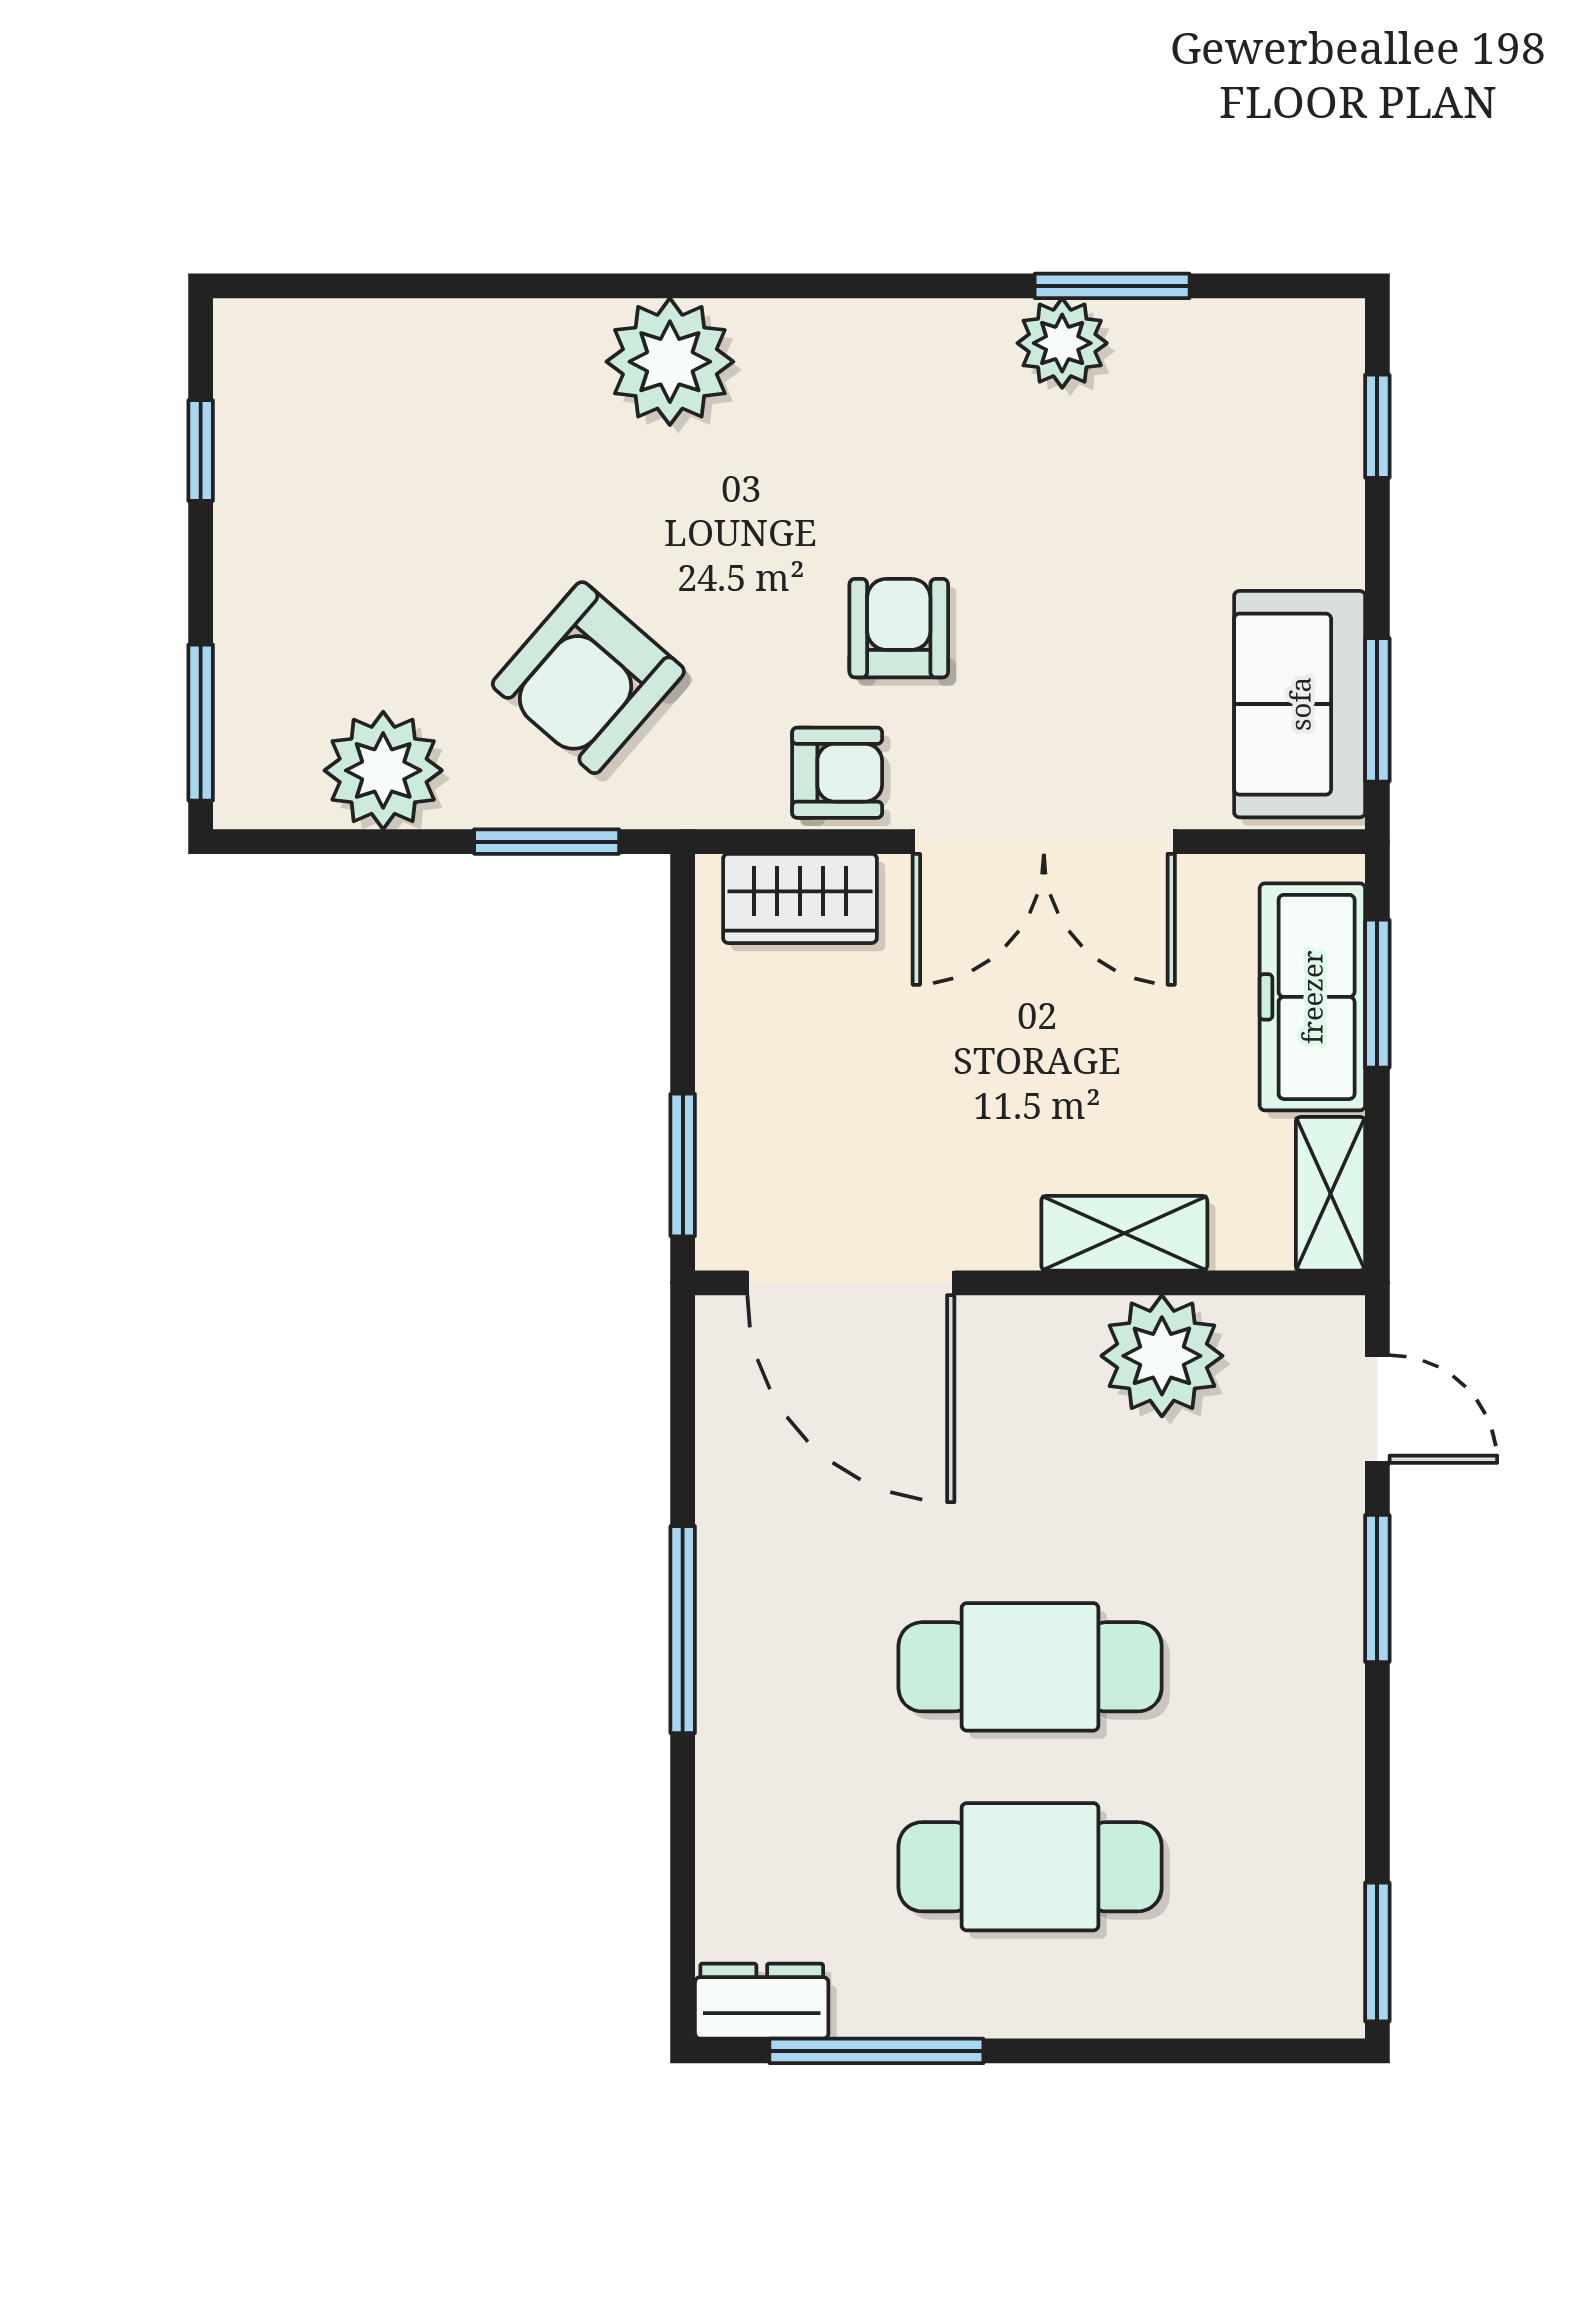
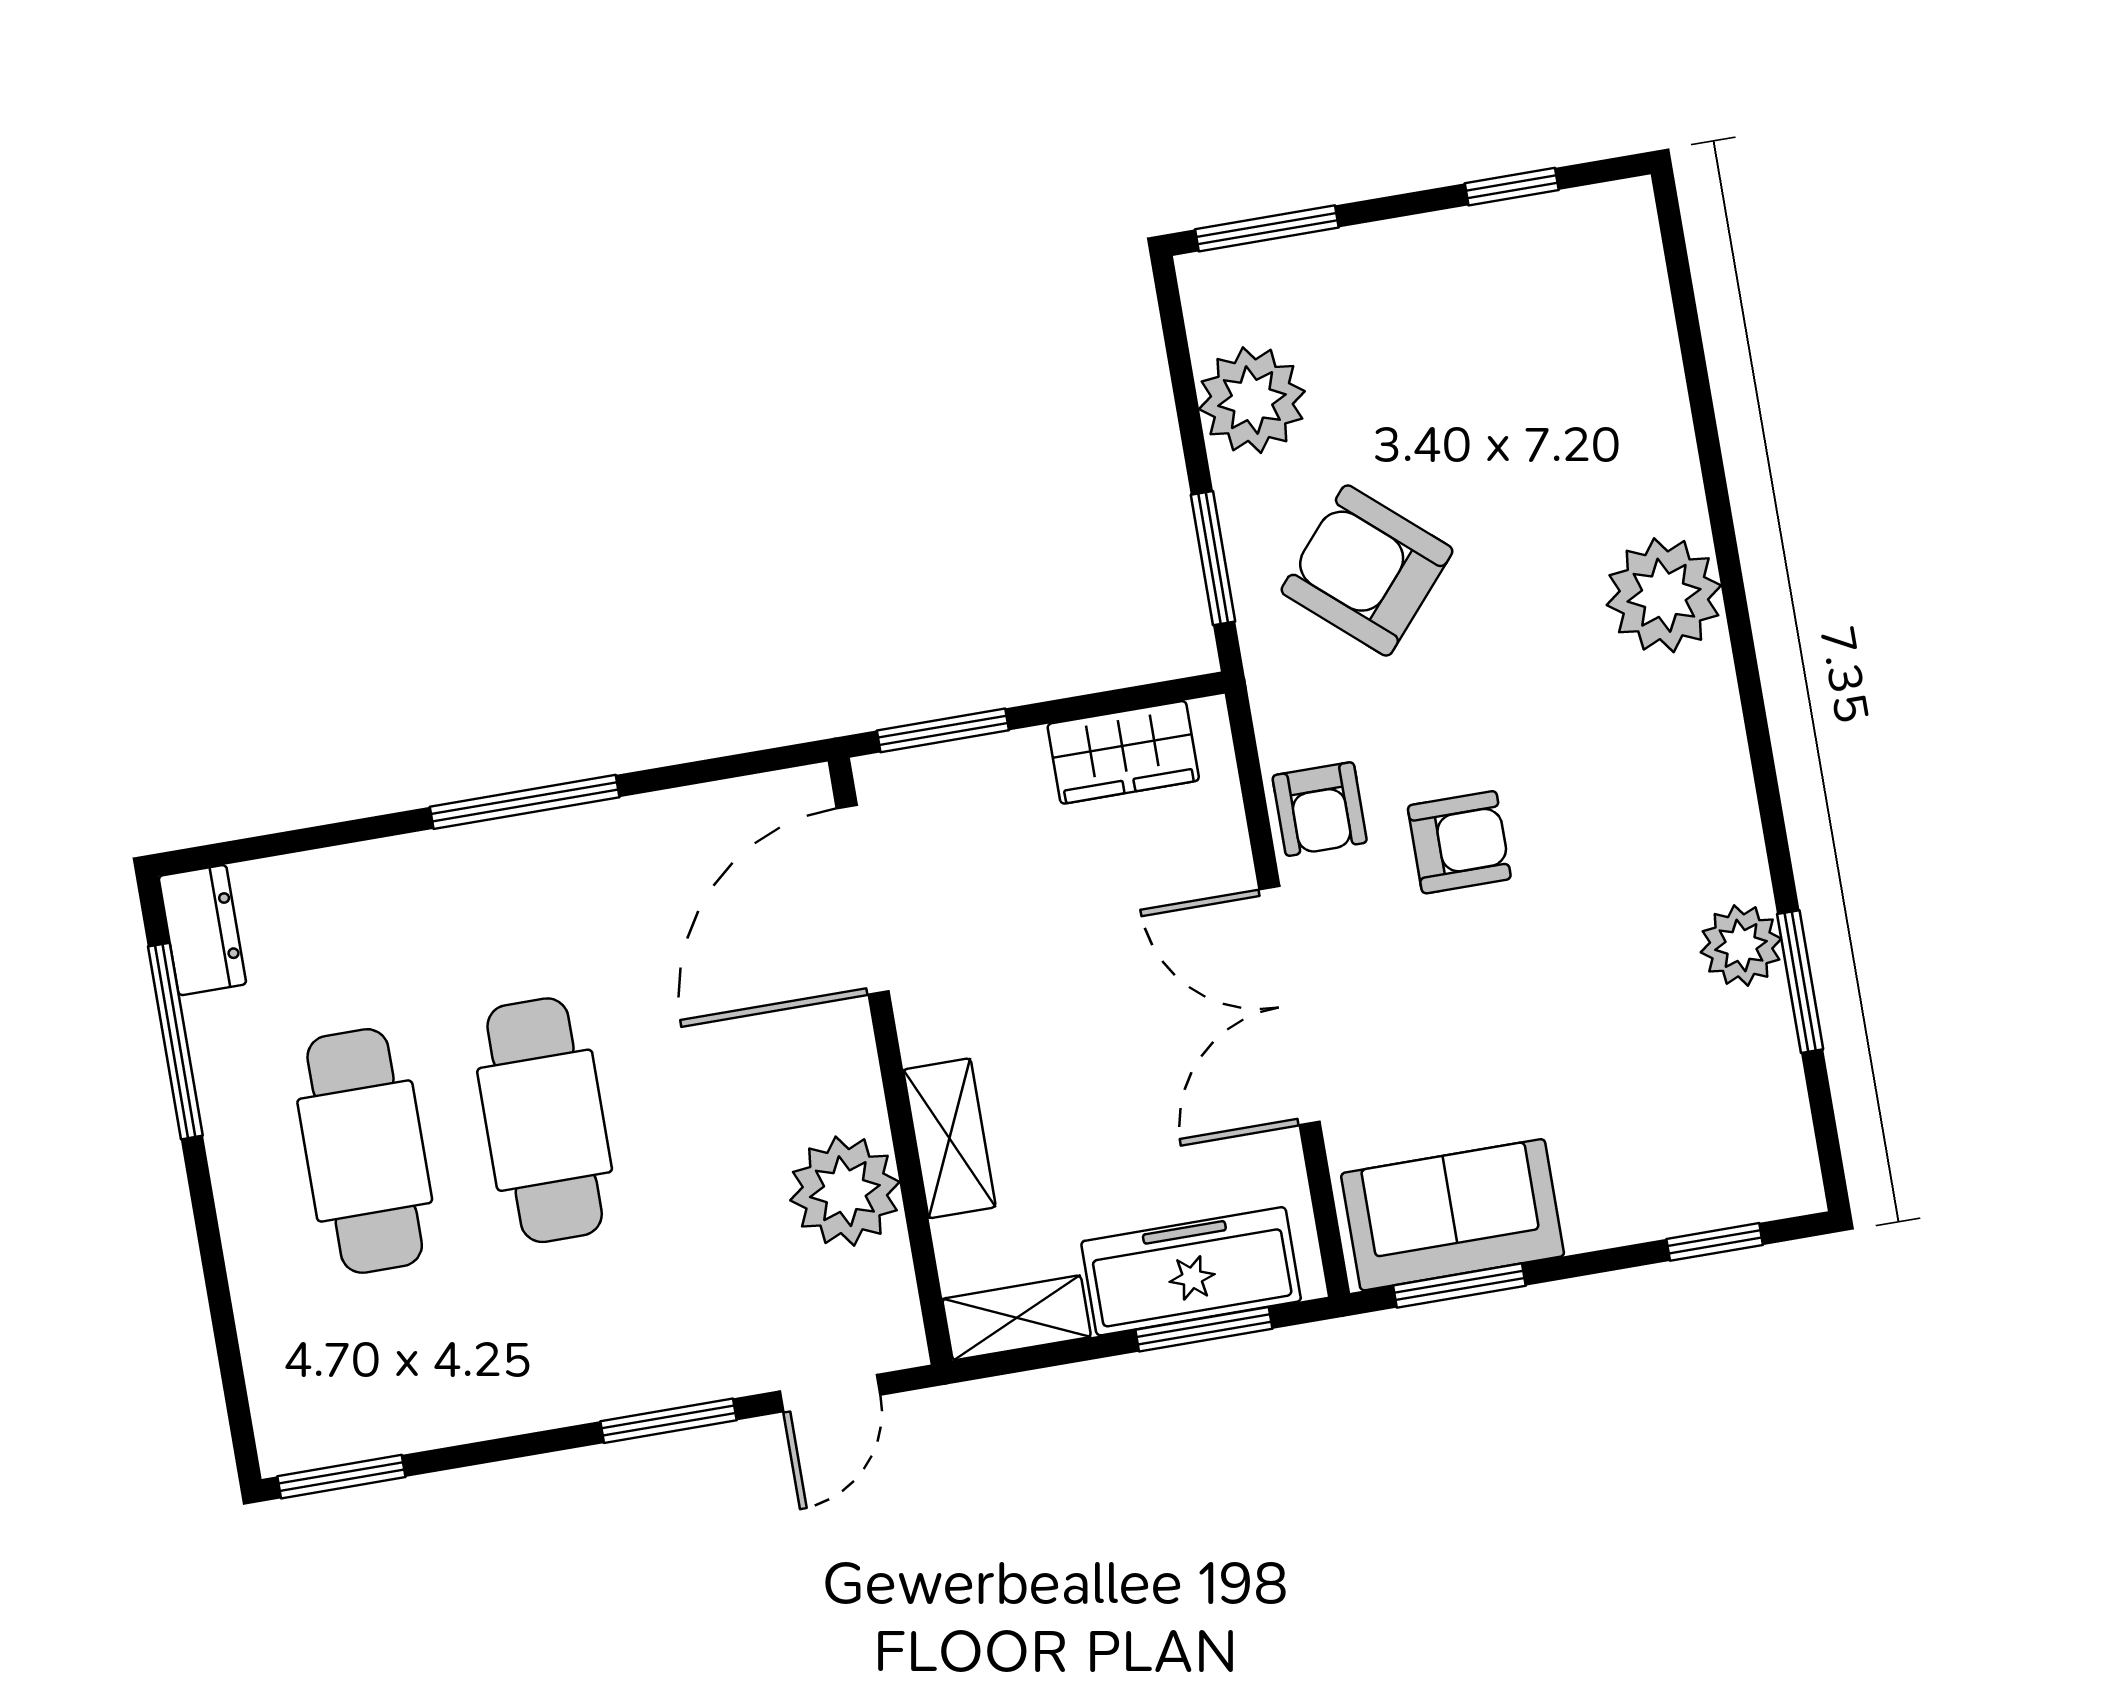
wardrobe: (800, 898) -> (1123, 752), moved, turned -90

